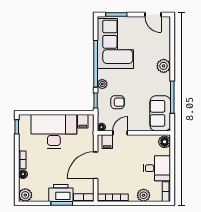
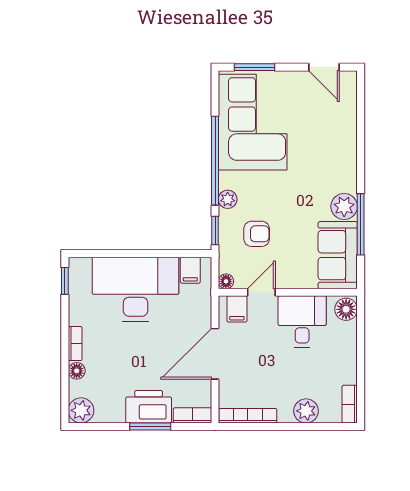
plant: (164, 66) -> (344, 207), moved
desk: (157, 168) -> (302, 321), moved, turned -90

